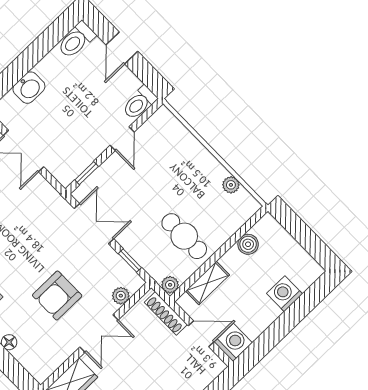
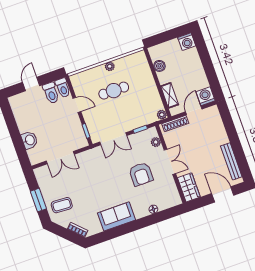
toilet: (76, 40) -> (51, 93), moved
door: (122, 48) -> (31, 84), swing flipped
plant: (231, 185) -> (110, 66), moved
double door: (94, 224) -> (113, 139), swing flipped
cafe table: (184, 236) -> (114, 91), moved
washing machine: (285, 294) -> (187, 42), moved, turned -90

